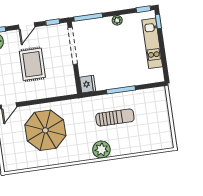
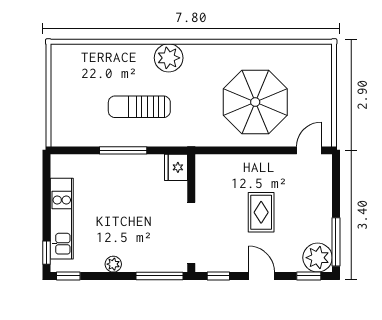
door: (27, 26) -> (262, 276), hinge flipped
rug: (32, 64) -> (261, 212), width x0.73, depth x0.70

